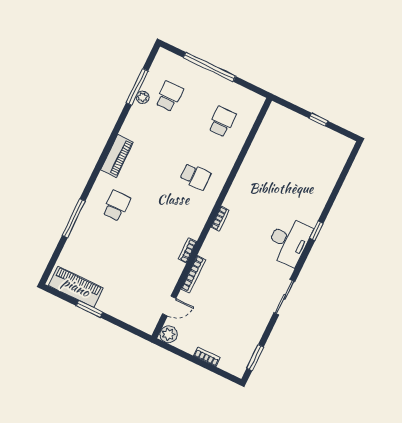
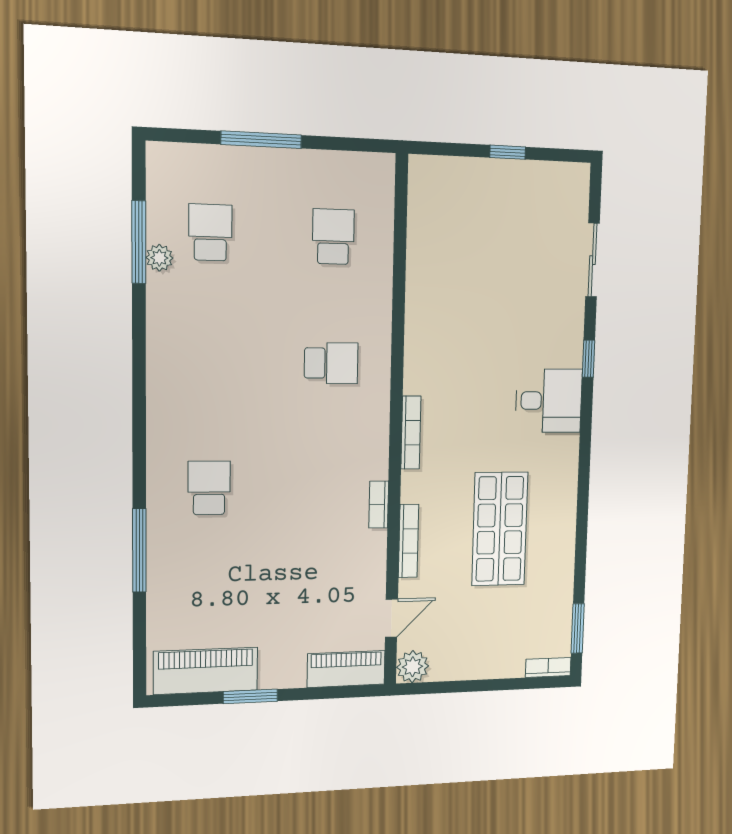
window: (209, 67) -> (261, 140), width x0.68
piano: (117, 156) -> (346, 669), moved, turned -90
bookcase: (220, 219) -> (411, 433), width x1.56
desk: (289, 241) -> (549, 401), width x0.73
shop shelf: (239, 290) -> (500, 529), added
sliding door: (284, 297) -> (593, 260), moved
bookcase: (207, 357) -> (548, 667), moved

